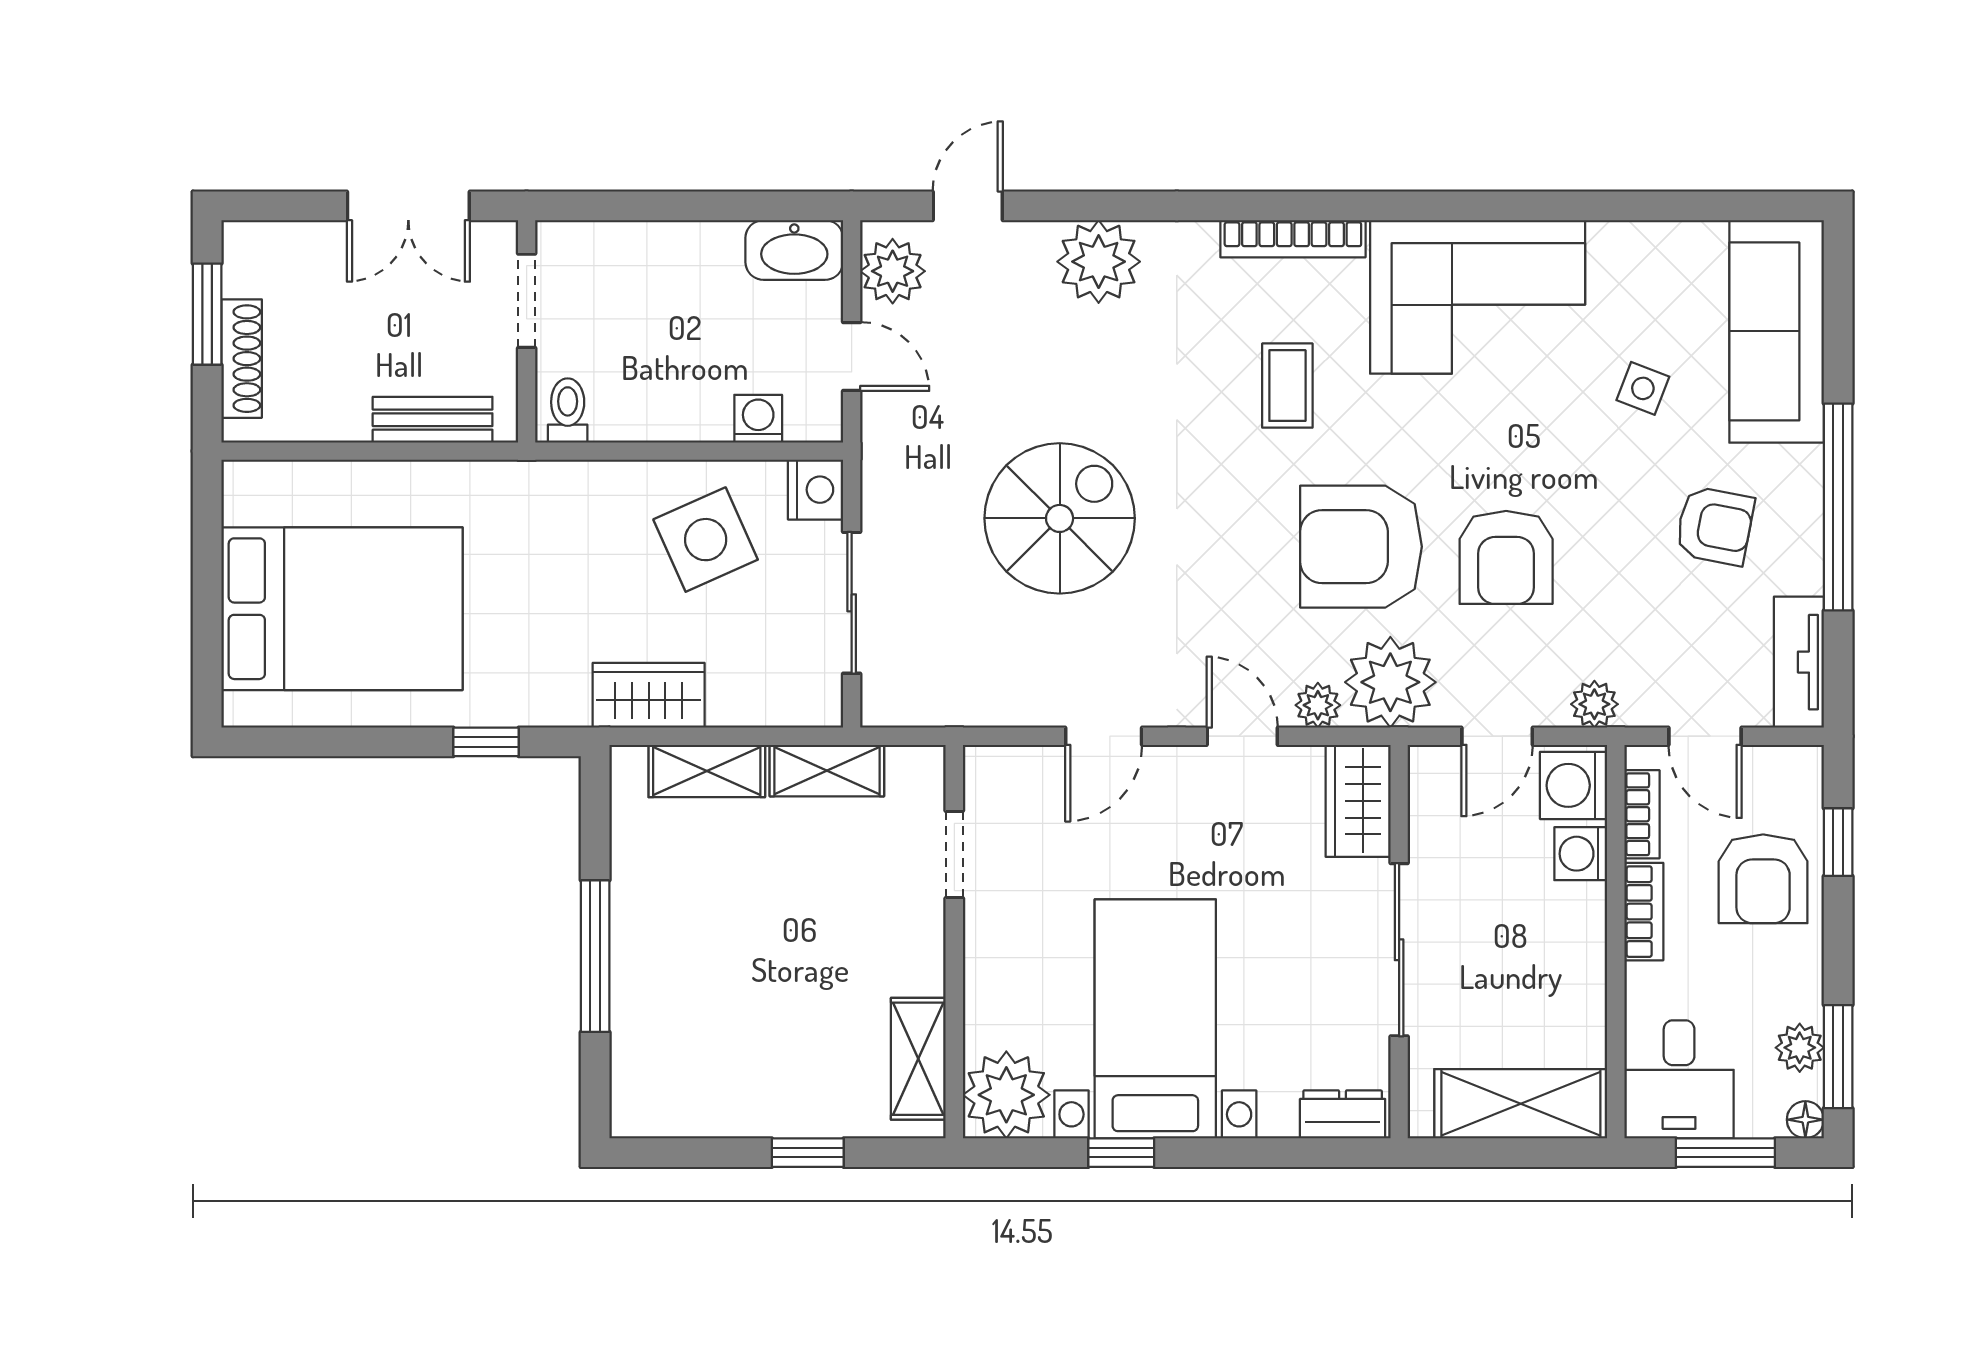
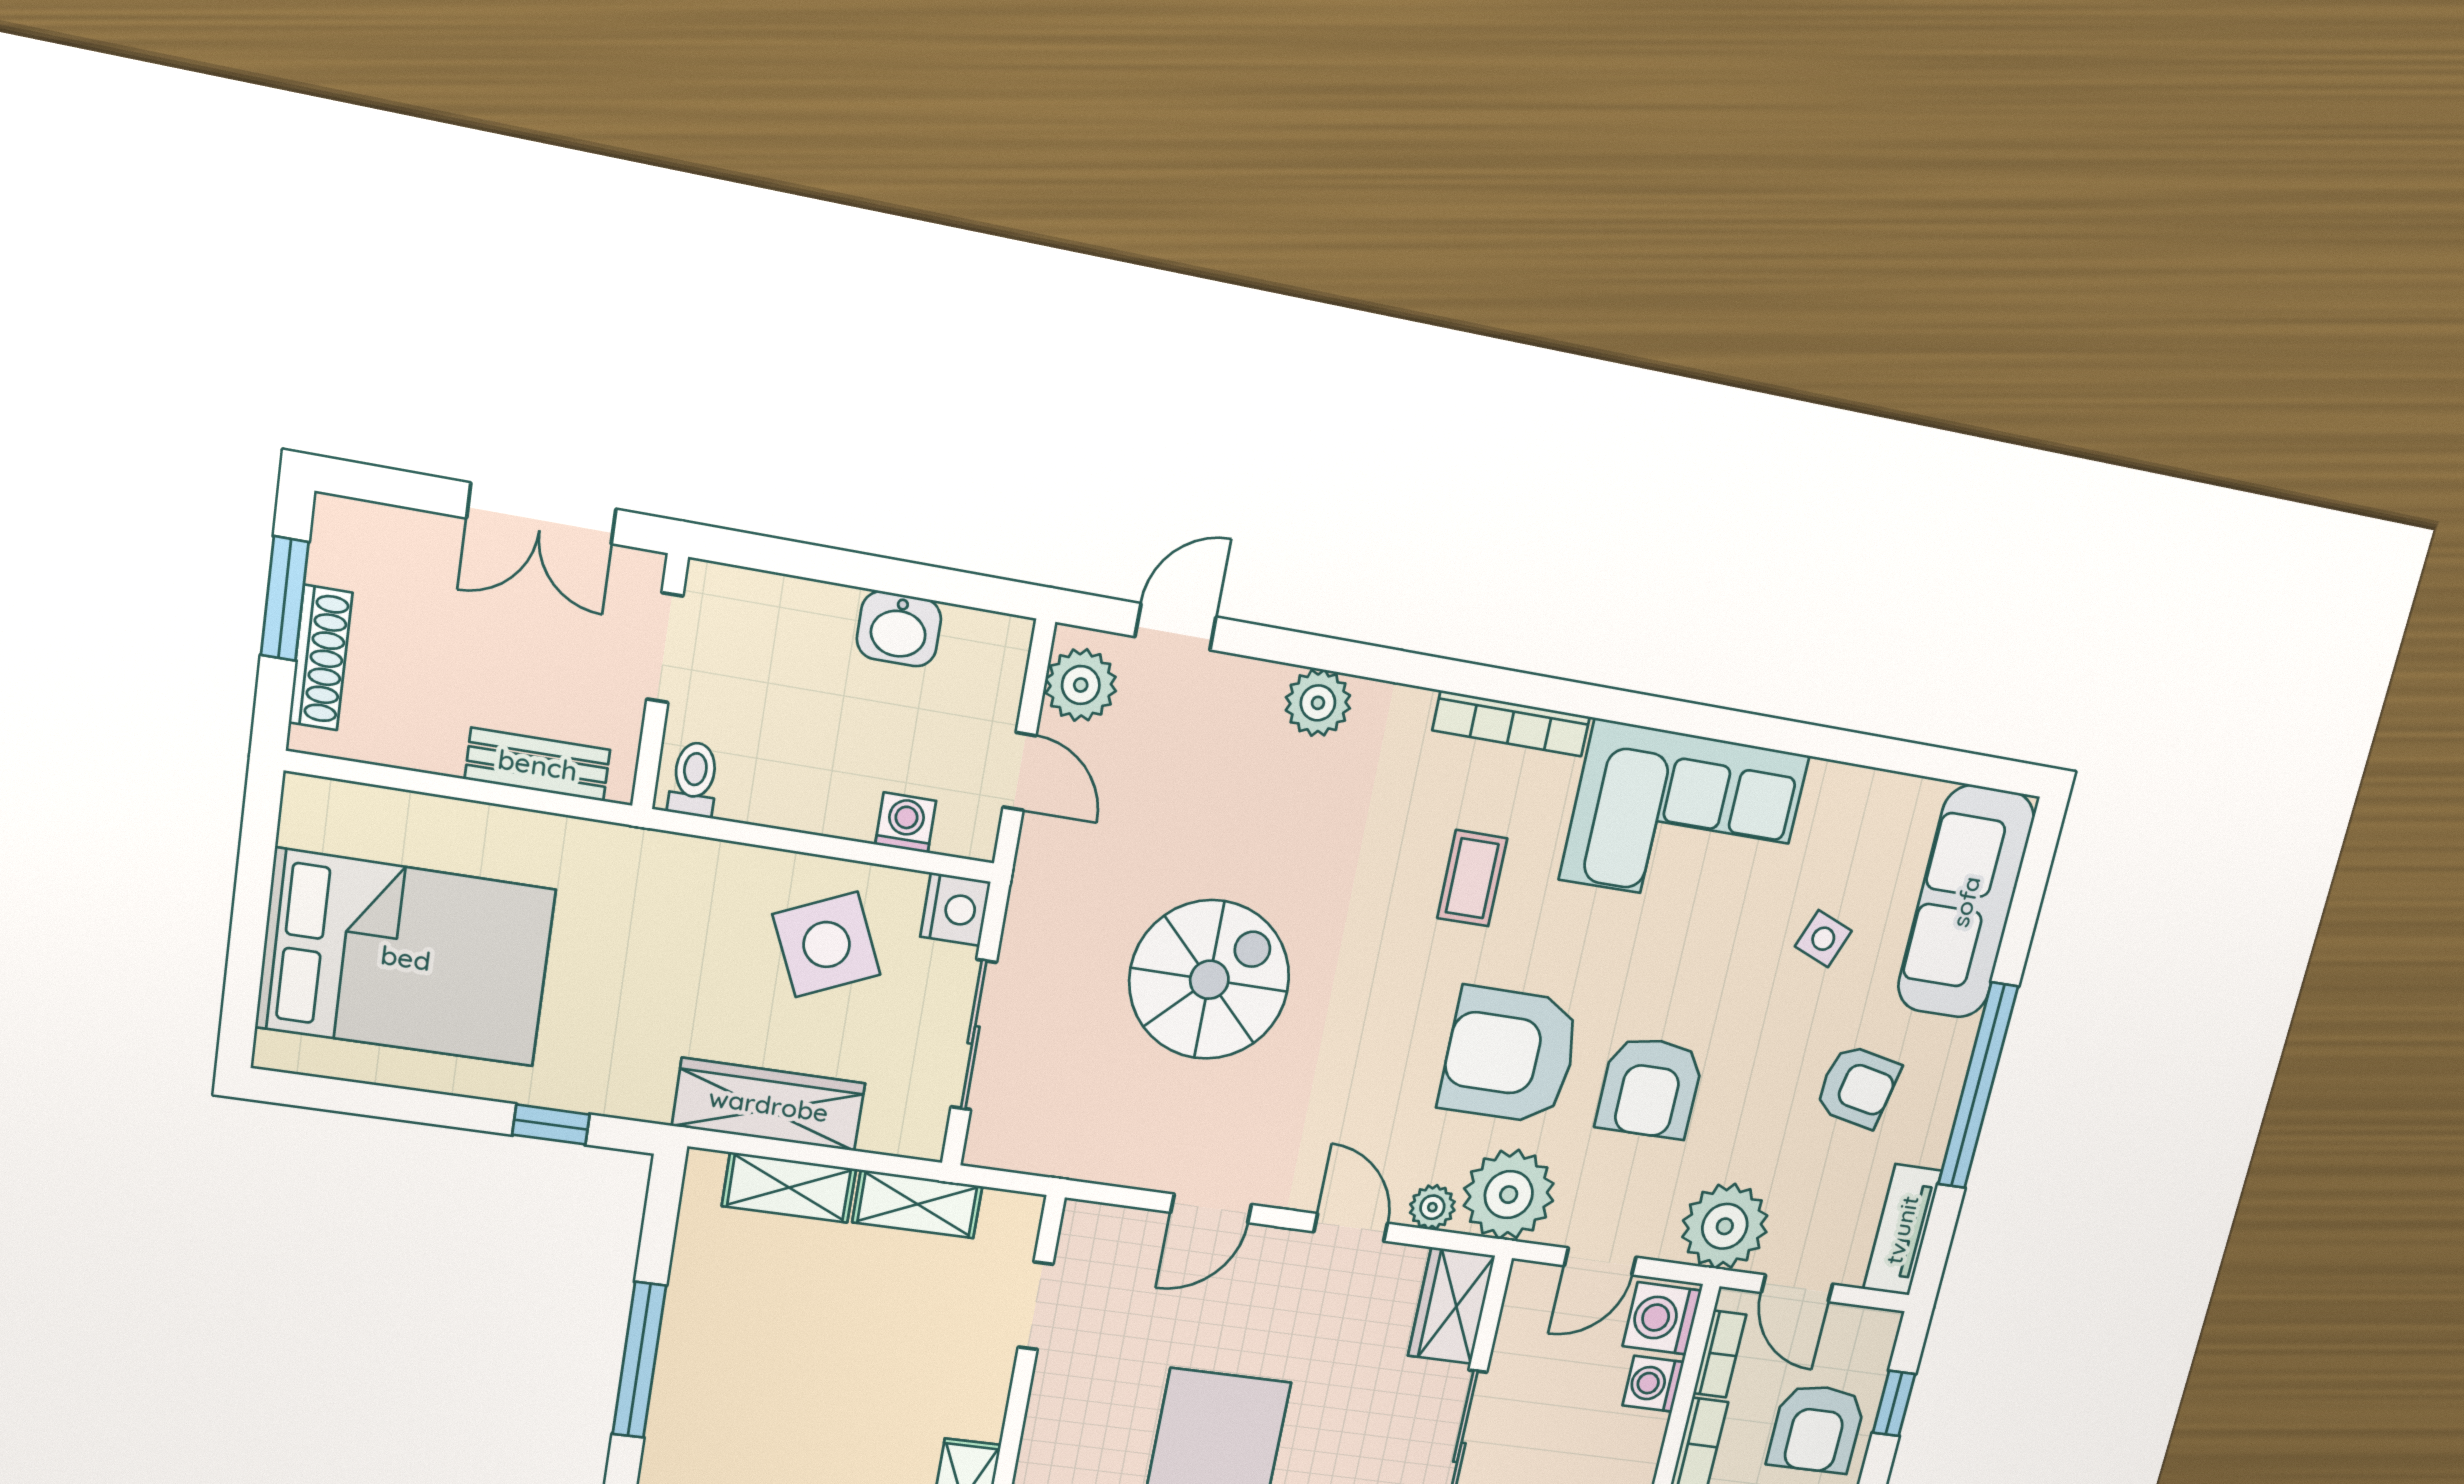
washbasin: (794, 250) -> (899, 629), moved, width x0.72
plant: (1099, 262) -> (1318, 703), width x0.73, depth x0.73
wardrobe: (649, 695) -> (769, 1105), width x1.50
plant: (1594, 704) -> (1725, 1226), width x1.88, depth x1.88

